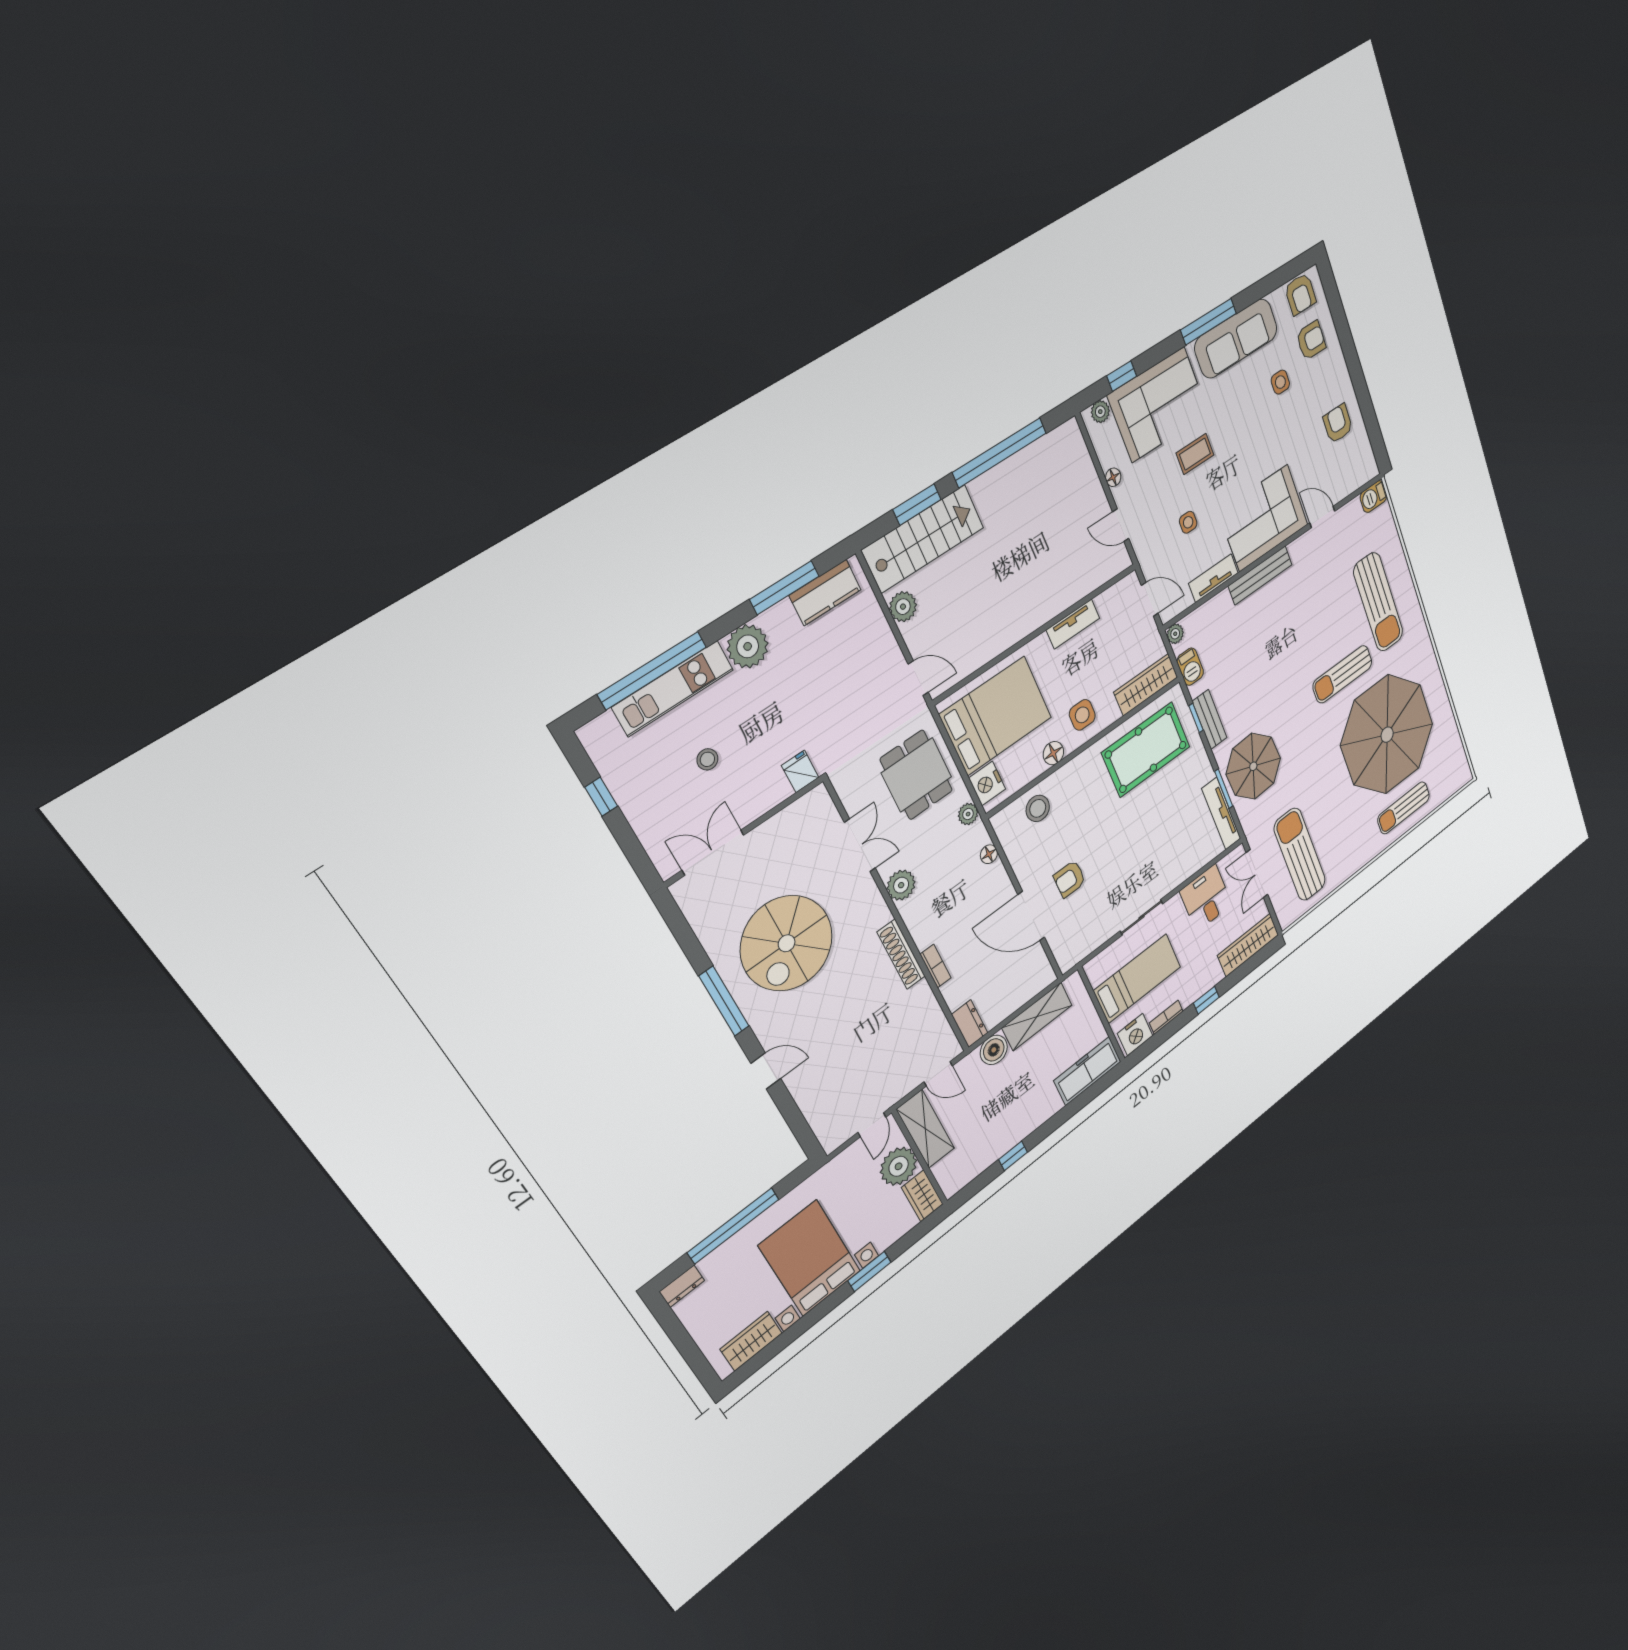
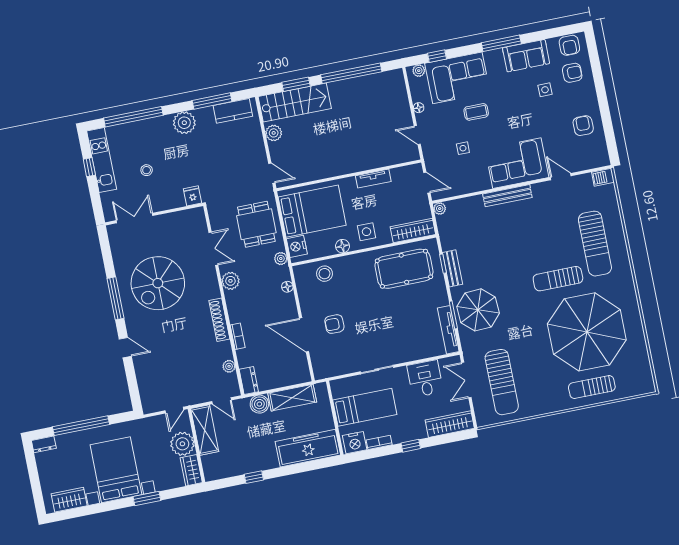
sofa: (1236, 338) -> (526, 56), width x0.73
tv unit: (1213, 578) -> (473, 186), removed
barbecue: (1190, 667) -> (446, 232), removed
kitchen unit: (673, 688) -> (102, 160), moved, turned -90
sun lounger: (1300, 855) -> (502, 382), turned 180
plant: (935, 1018) -> (229, 366), added
freezer: (1087, 1071) -> (308, 448), width x1.36, depth x1.26

